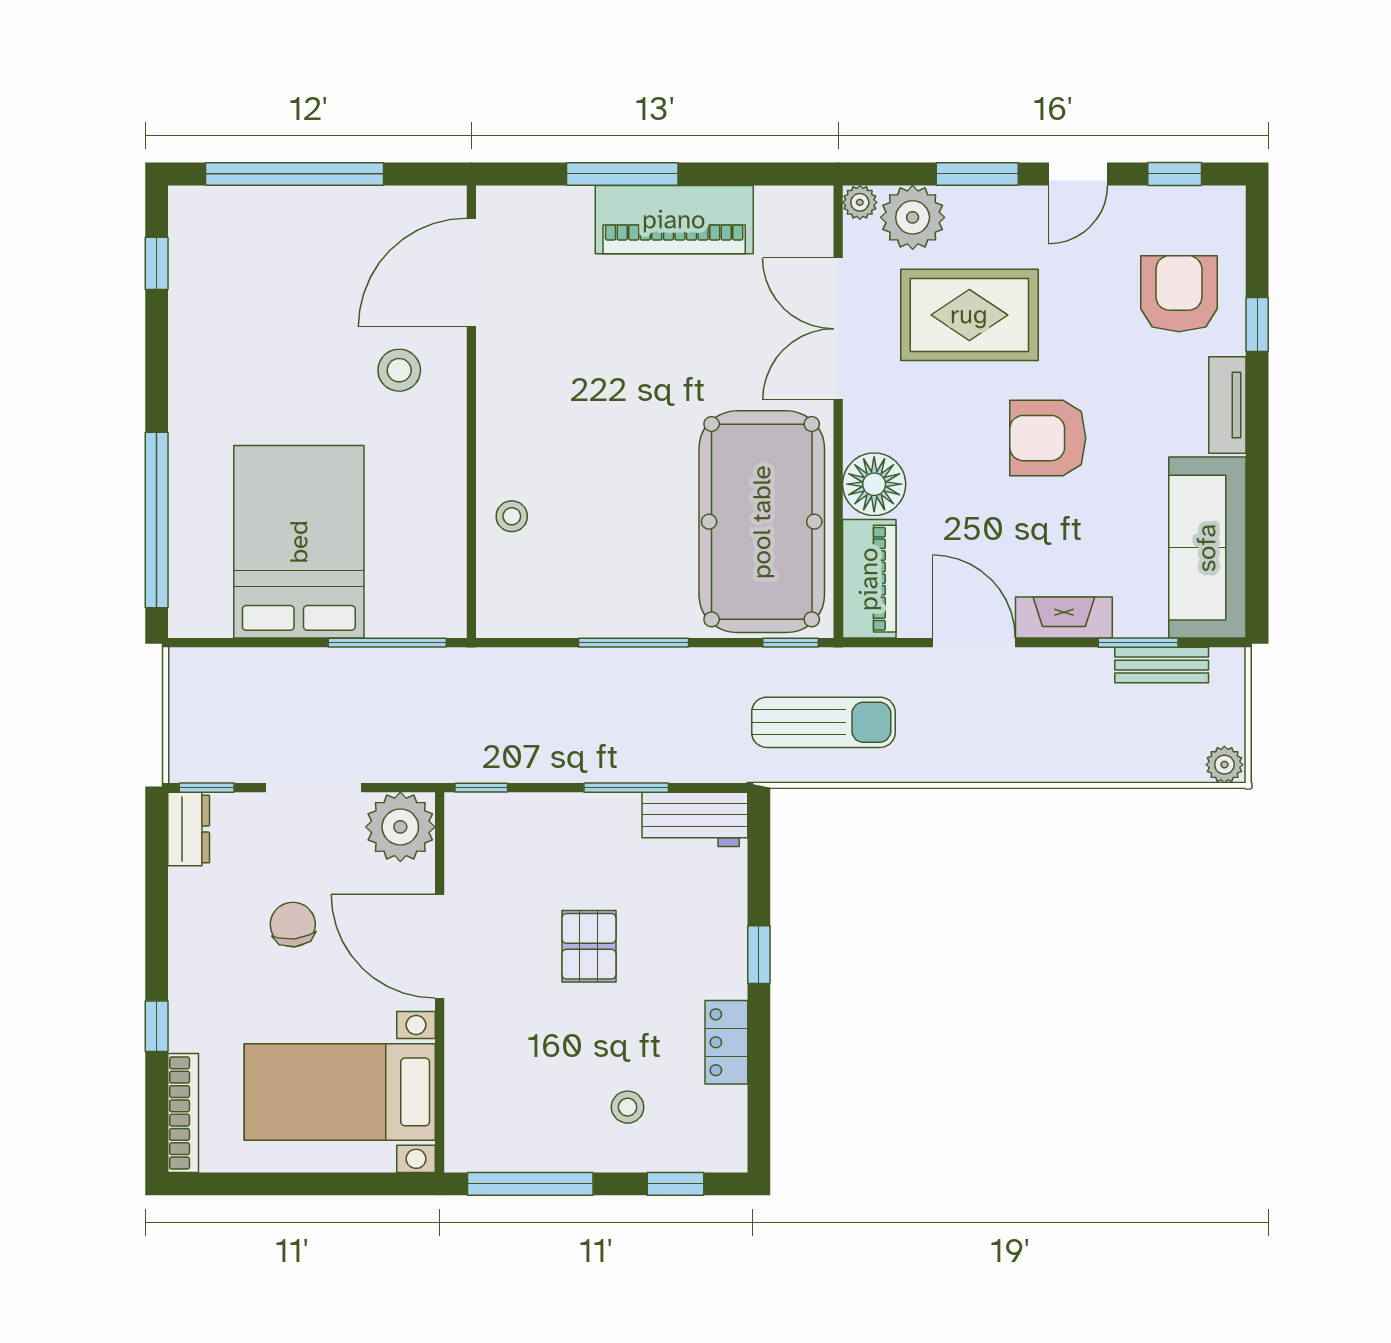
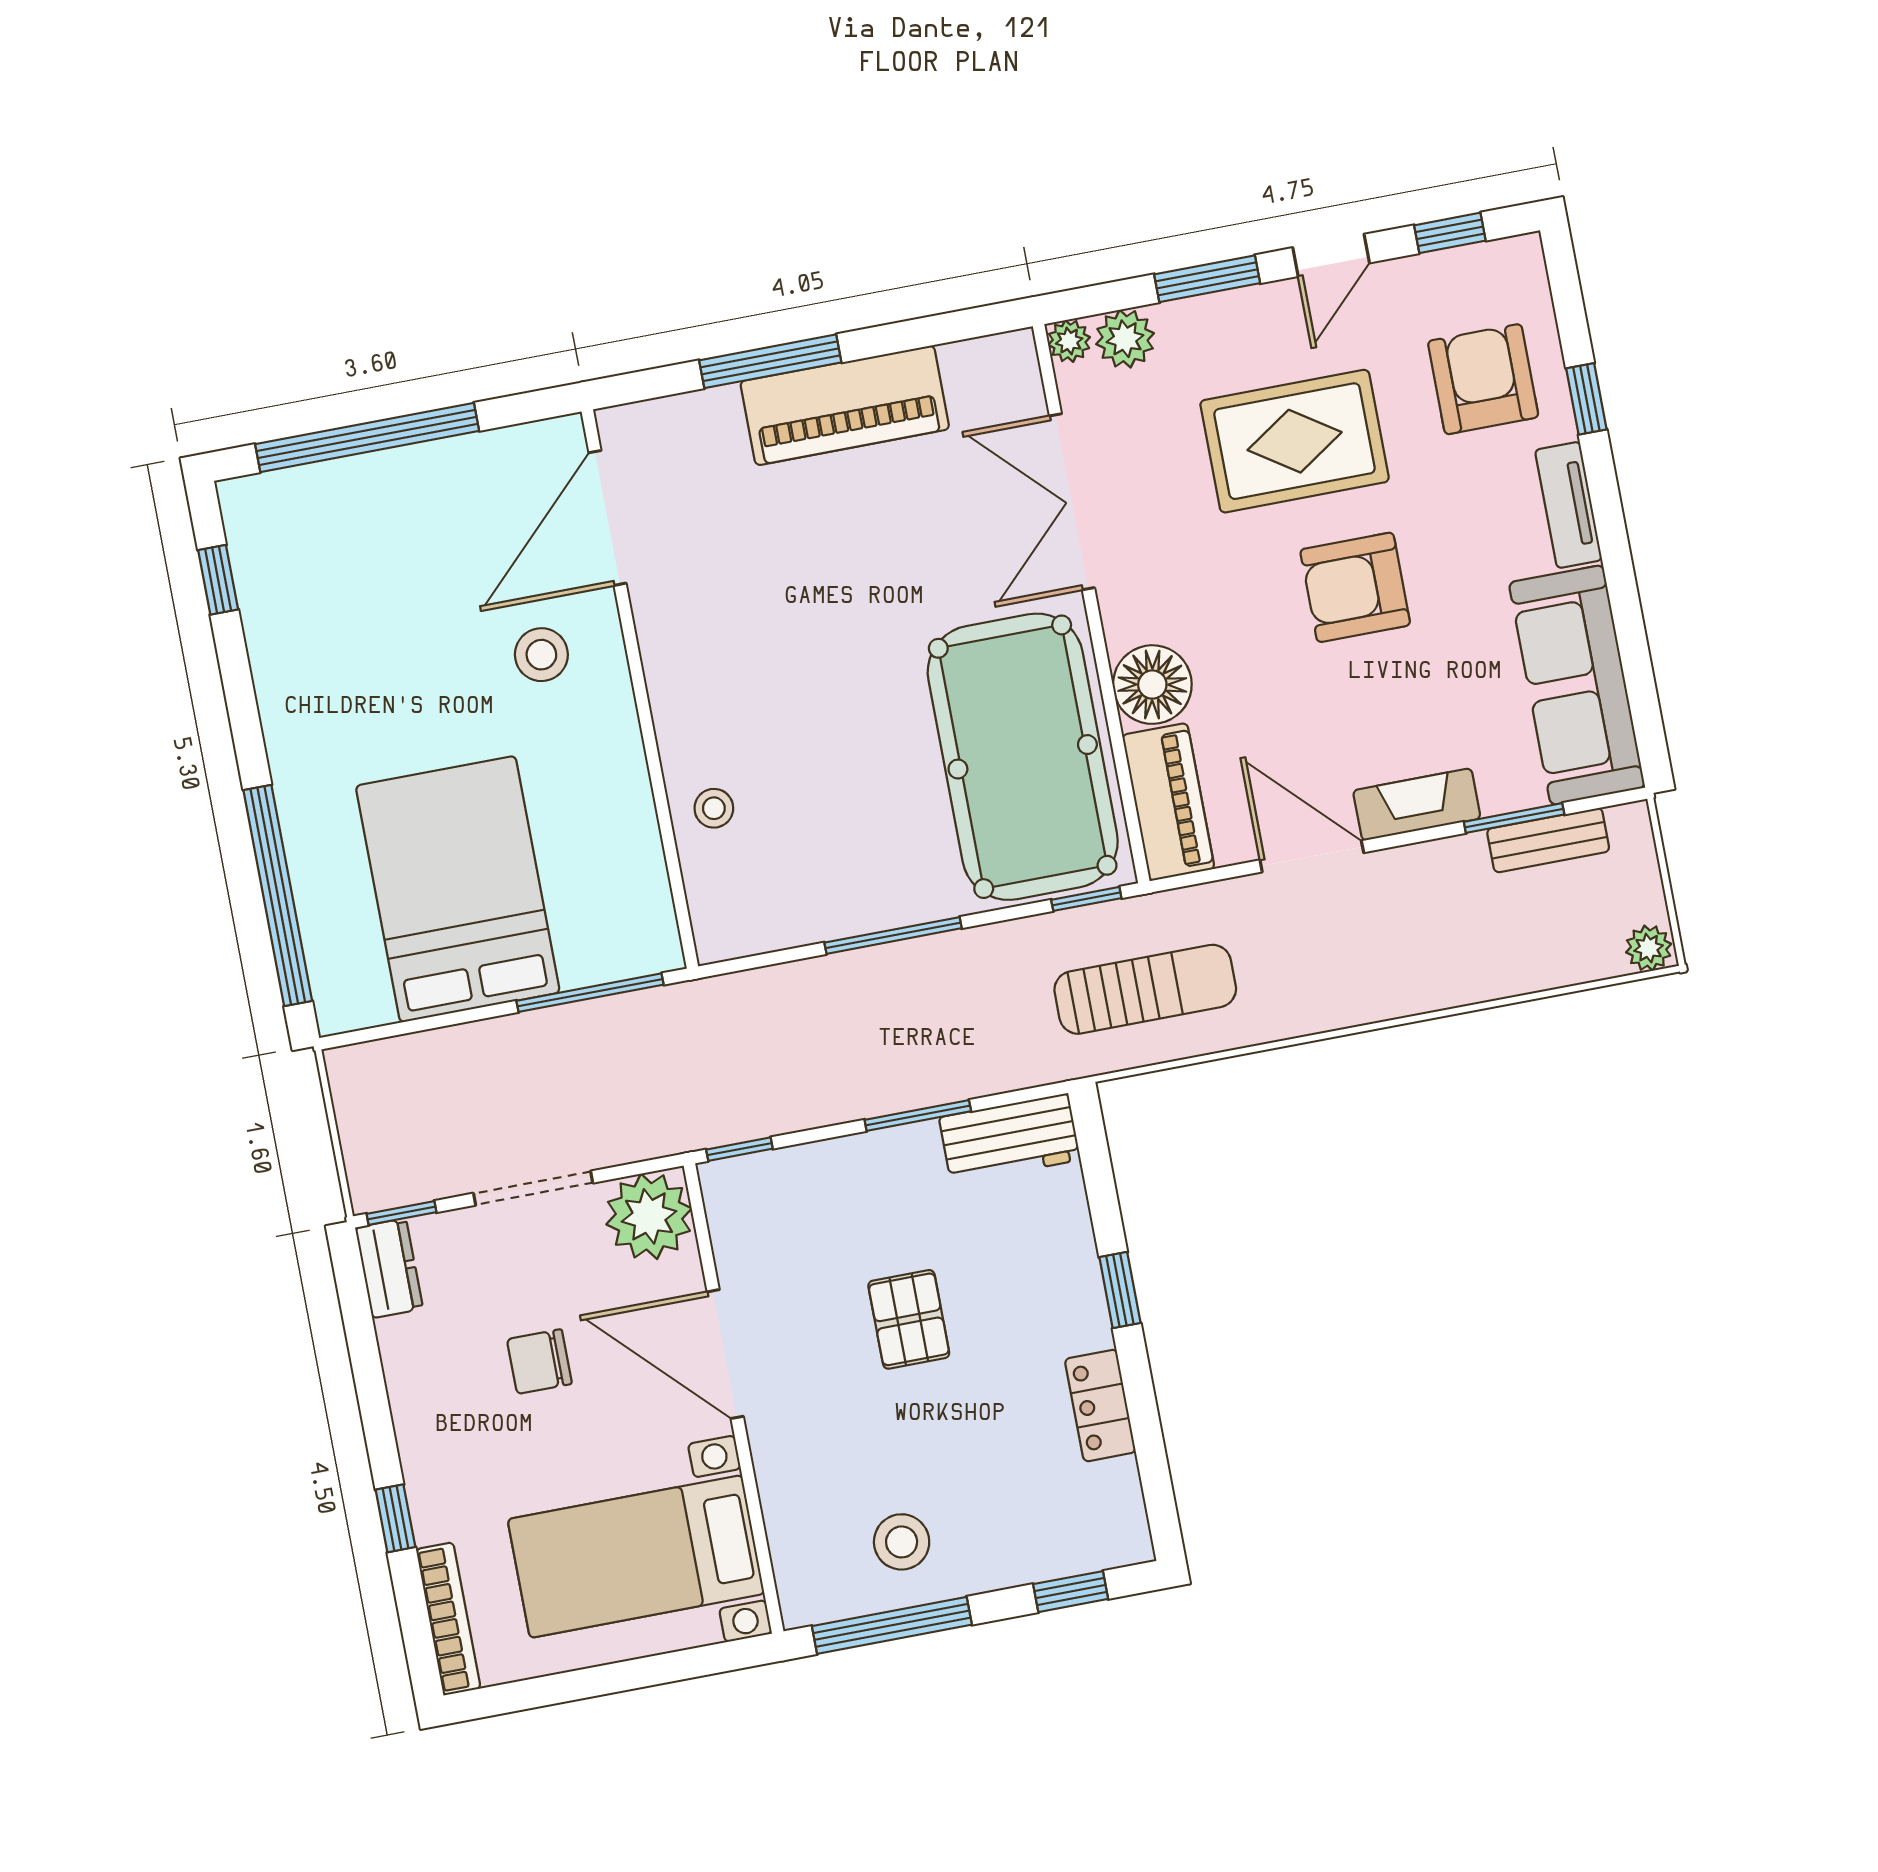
plant: (913, 217) -> (1125, 339), width x0.73, depth x0.73
rug: (969, 315) -> (1295, 441), moved
chair: (293, 925) -> (539, 1362), turned -84
stool: (628, 1107) -> (902, 1542), moved, width x1.37, depth x1.37

